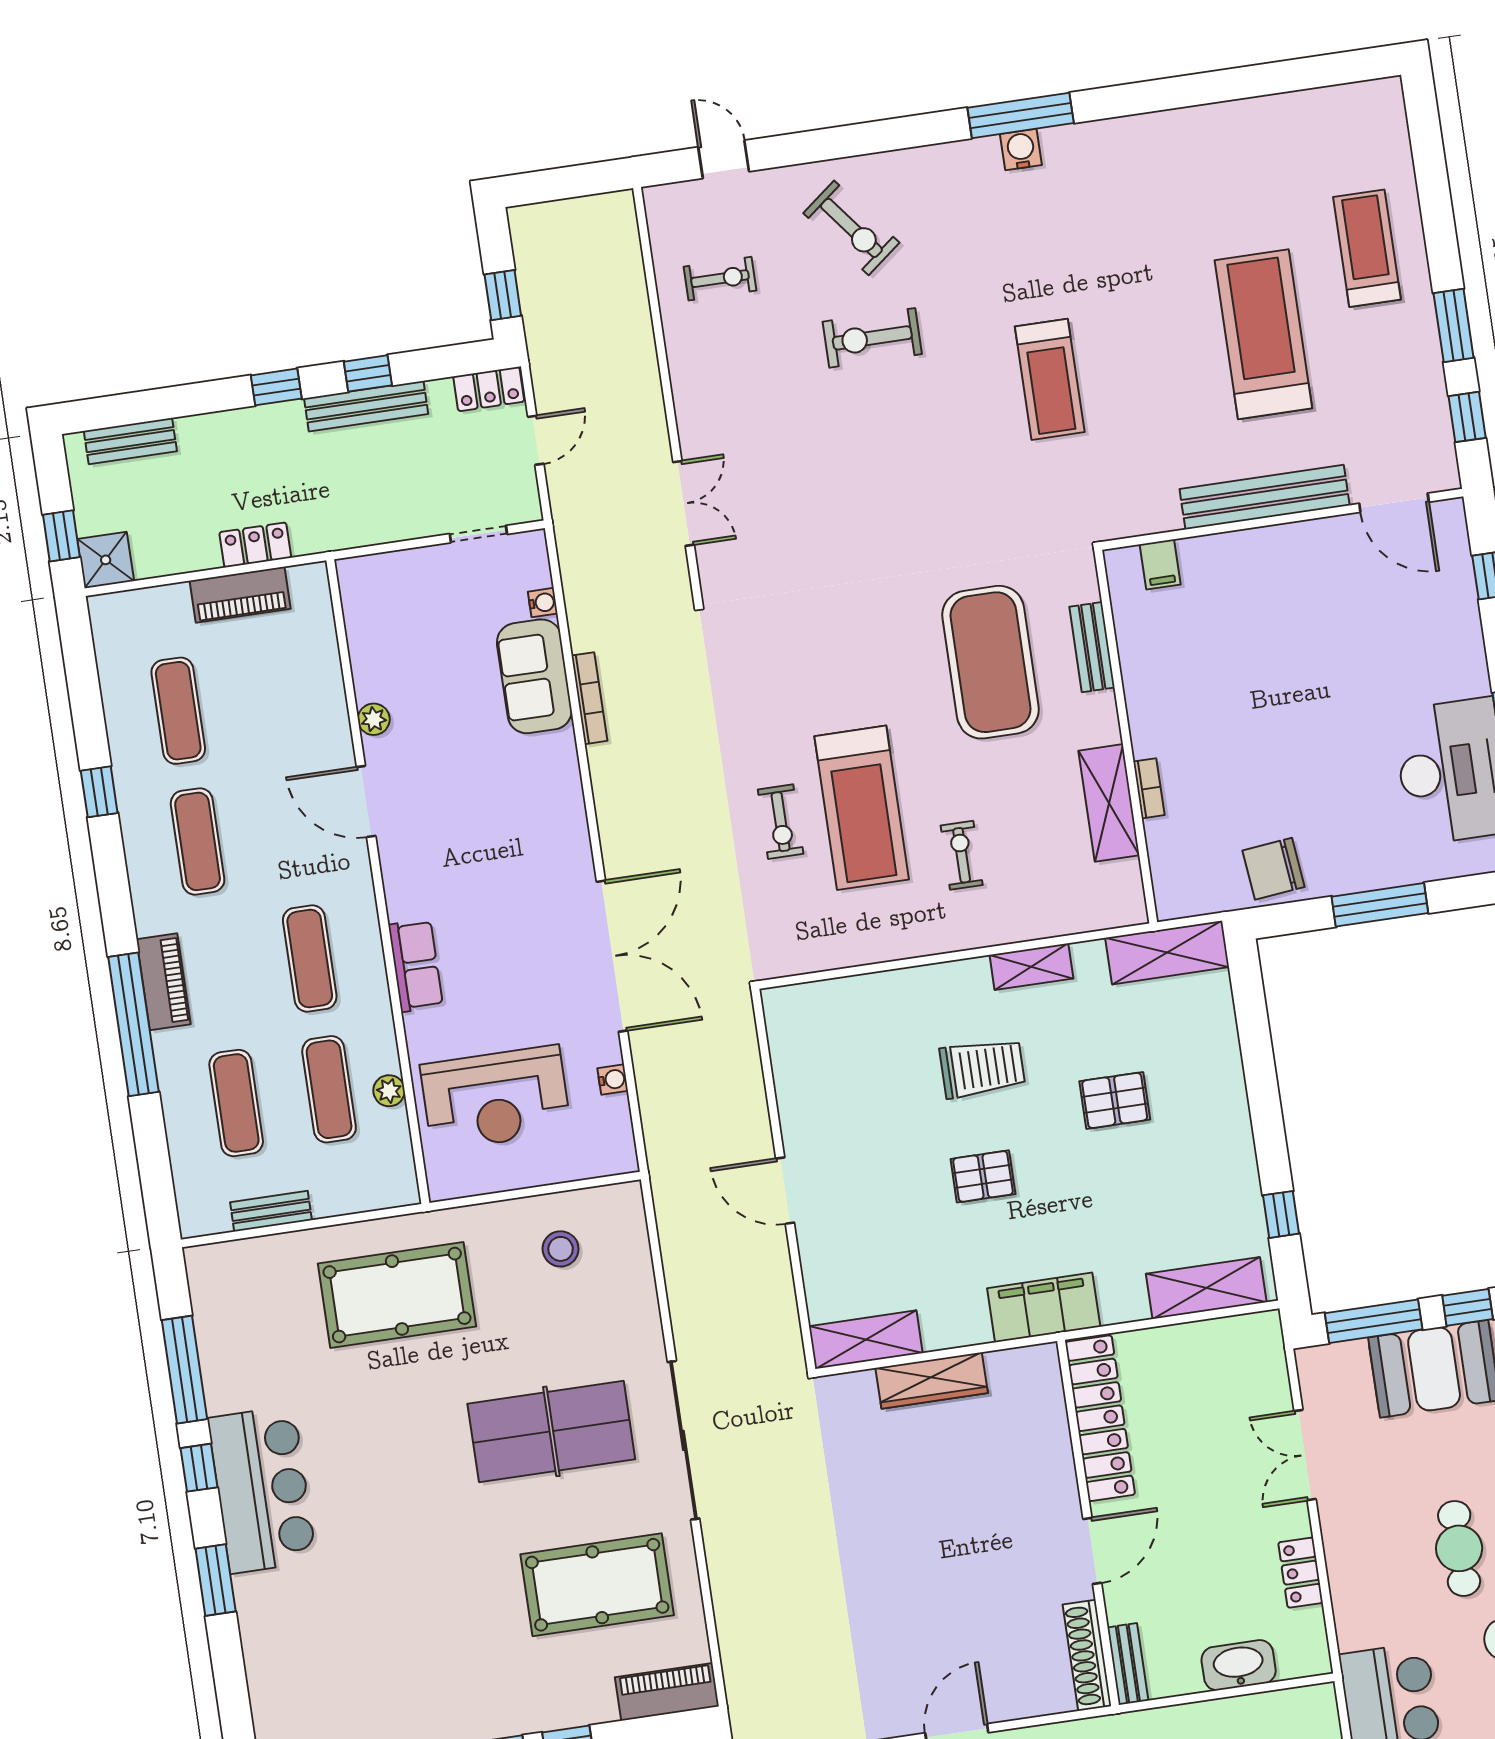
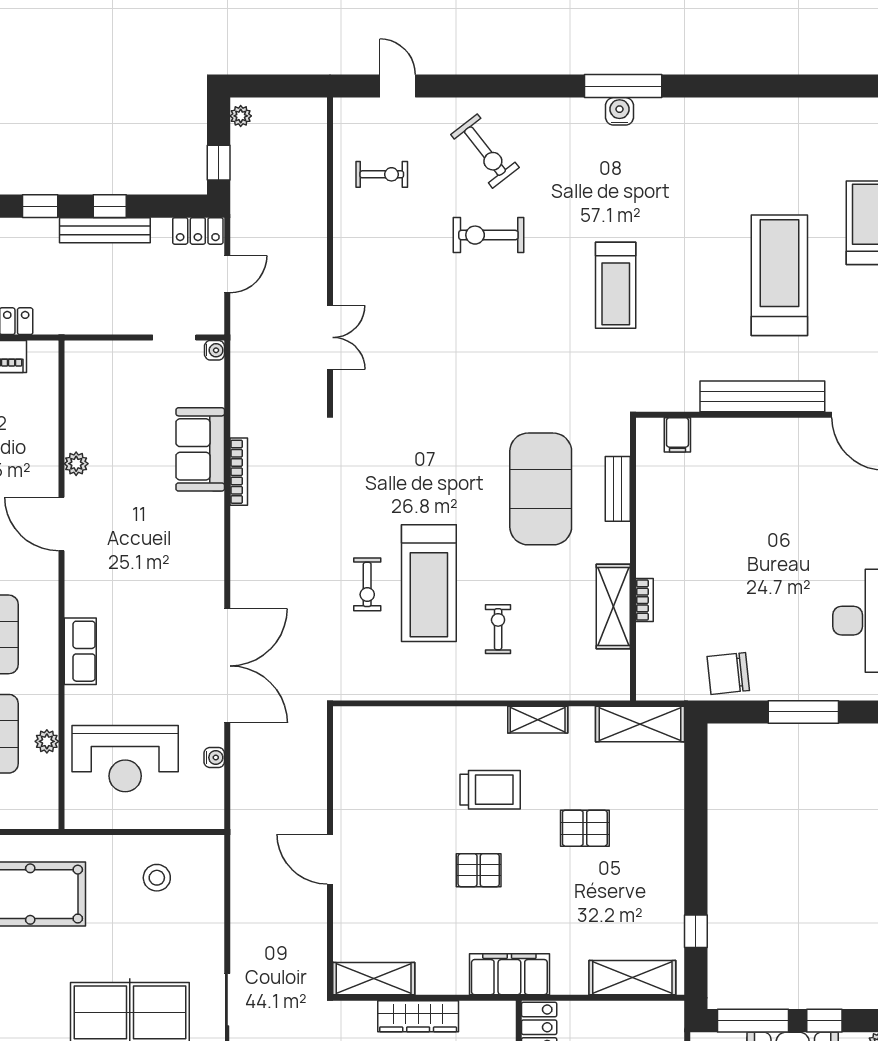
plant: (523, 229) -> (241, 116), added
water cooler: (543, 603) -> (214, 350), moved

